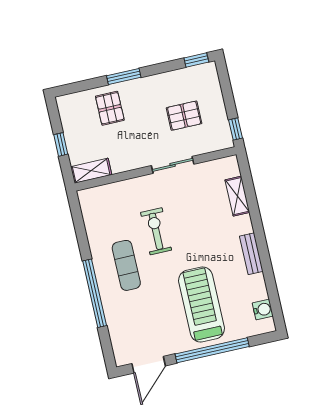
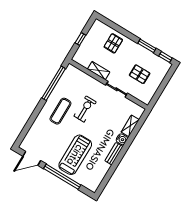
window: (124, 76) -> (147, 46), moved
window: (235, 129) -> (155, 99), removed
shelving: (91, 171) -> (99, 71), moved
window: (95, 293) -> (54, 83), moved
water cooler: (263, 310) -> (122, 139), moved

